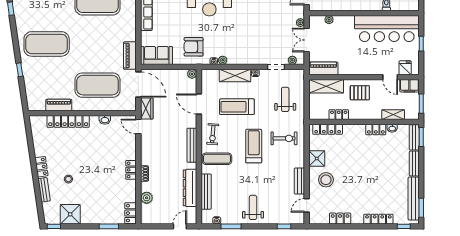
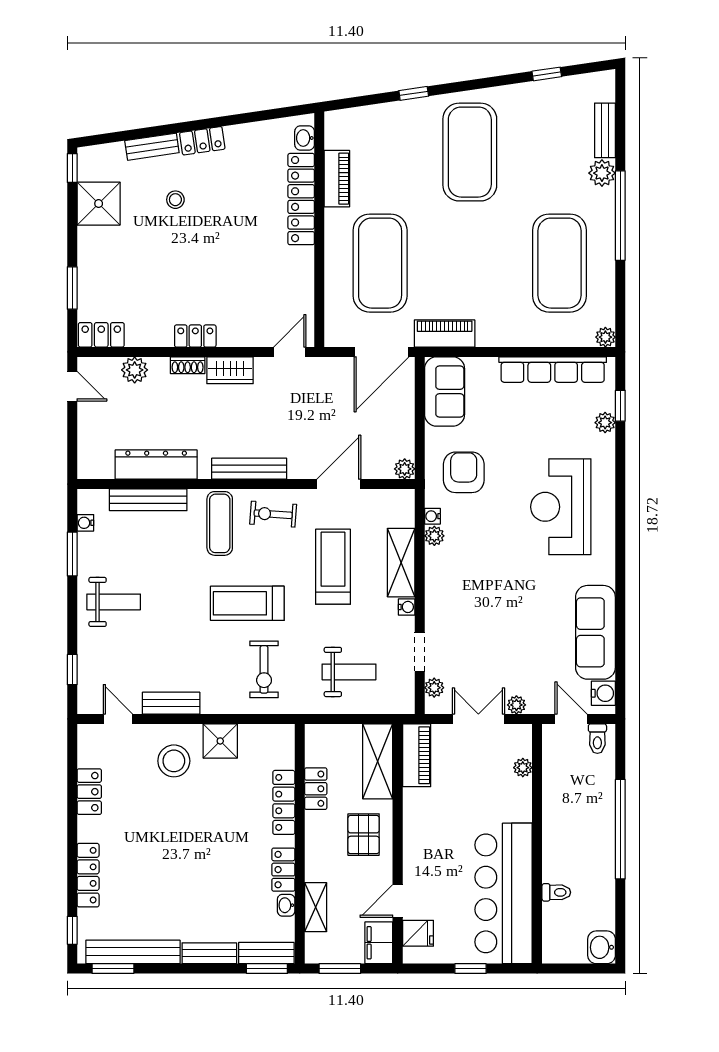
wardrobe: (147, 108) -> (230, 370), moved
washbasin: (105, 120) -> (305, 138), moved
locker: (328, 129) -> (284, 802), moved
treadmill: (254, 146) -> (247, 603), turned 180
door: (180, 226) -> (72, 386), moved

